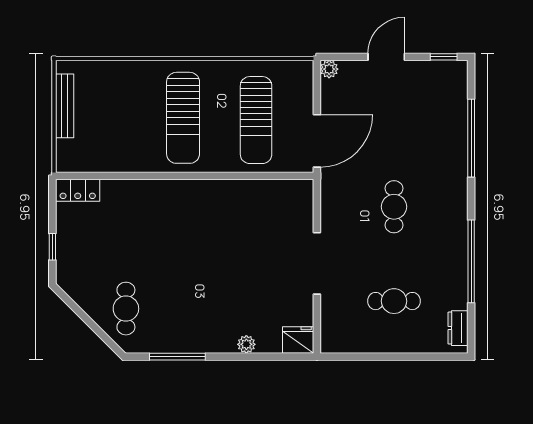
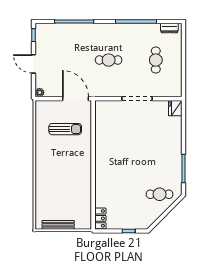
sun lounger: (183, 118) -> (64, 166), removed
sun lounger: (256, 120) -> (65, 129), width x0.73, depth x0.75
plant: (246, 344) -> (177, 134), removed

